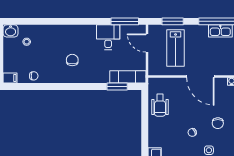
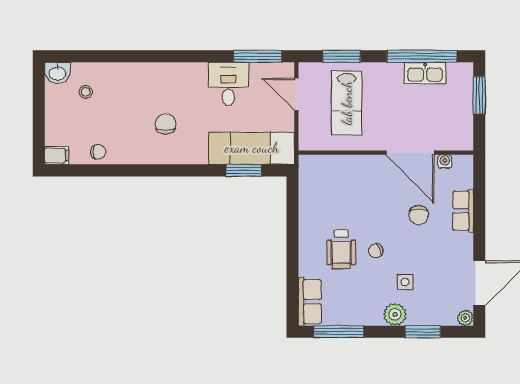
door: (200, 76) -> (410, 153), moved
exam couch: (128, 77) -> (252, 148), width x1.36, depth x1.45
wheelchair: (160, 105) -> (341, 249), moved
chair: (218, 123) -> (419, 215), moved

